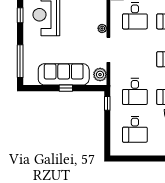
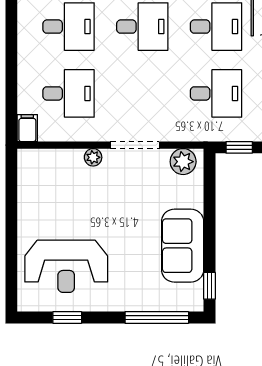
sofa: (64, 74) -> (183, 246), width x0.73
window: (66, 88) -> (209, 286), moved

